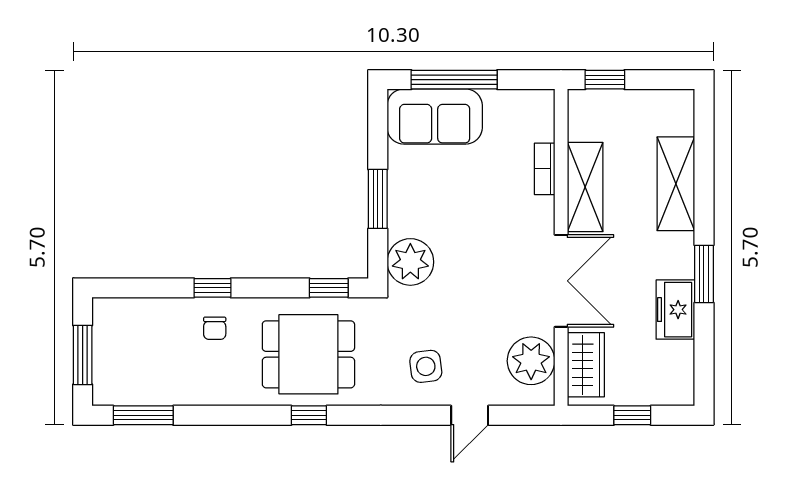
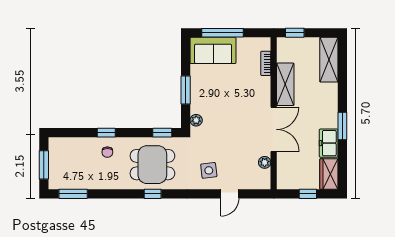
bookcase: (545, 169) -> (266, 63), moved
shelving: (676, 184) -> (329, 60), moved
plant: (410, 262) -> (196, 120), width x0.53, depth x0.53
plant: (531, 361) -> (265, 162), width x0.53, depth x0.53
wardrobe: (586, 365) -> (329, 174), moved, turned 180

